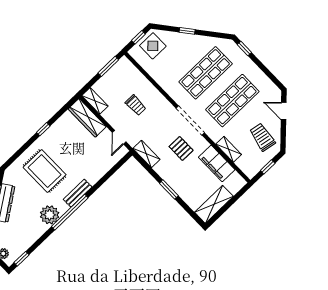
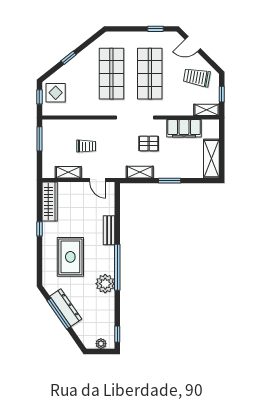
window: (244, 48) -> (155, 29), moved
shelving: (95, 101) -> (68, 172), moved
wardrobe: (87, 118) -> (50, 202), moved, turned -90
shelving: (229, 149) -> (207, 110), moved
shelving: (146, 154) -> (140, 172), moved
rug: (45, 171) -> (70, 257), turned 90
bench: (78, 193) -> (109, 230), moved

